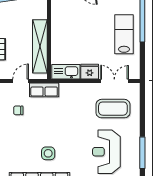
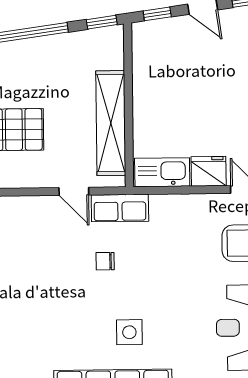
door: (21, 81) -> (74, 191), swing flipped
chair: (18, 110) -> (105, 261), moved

